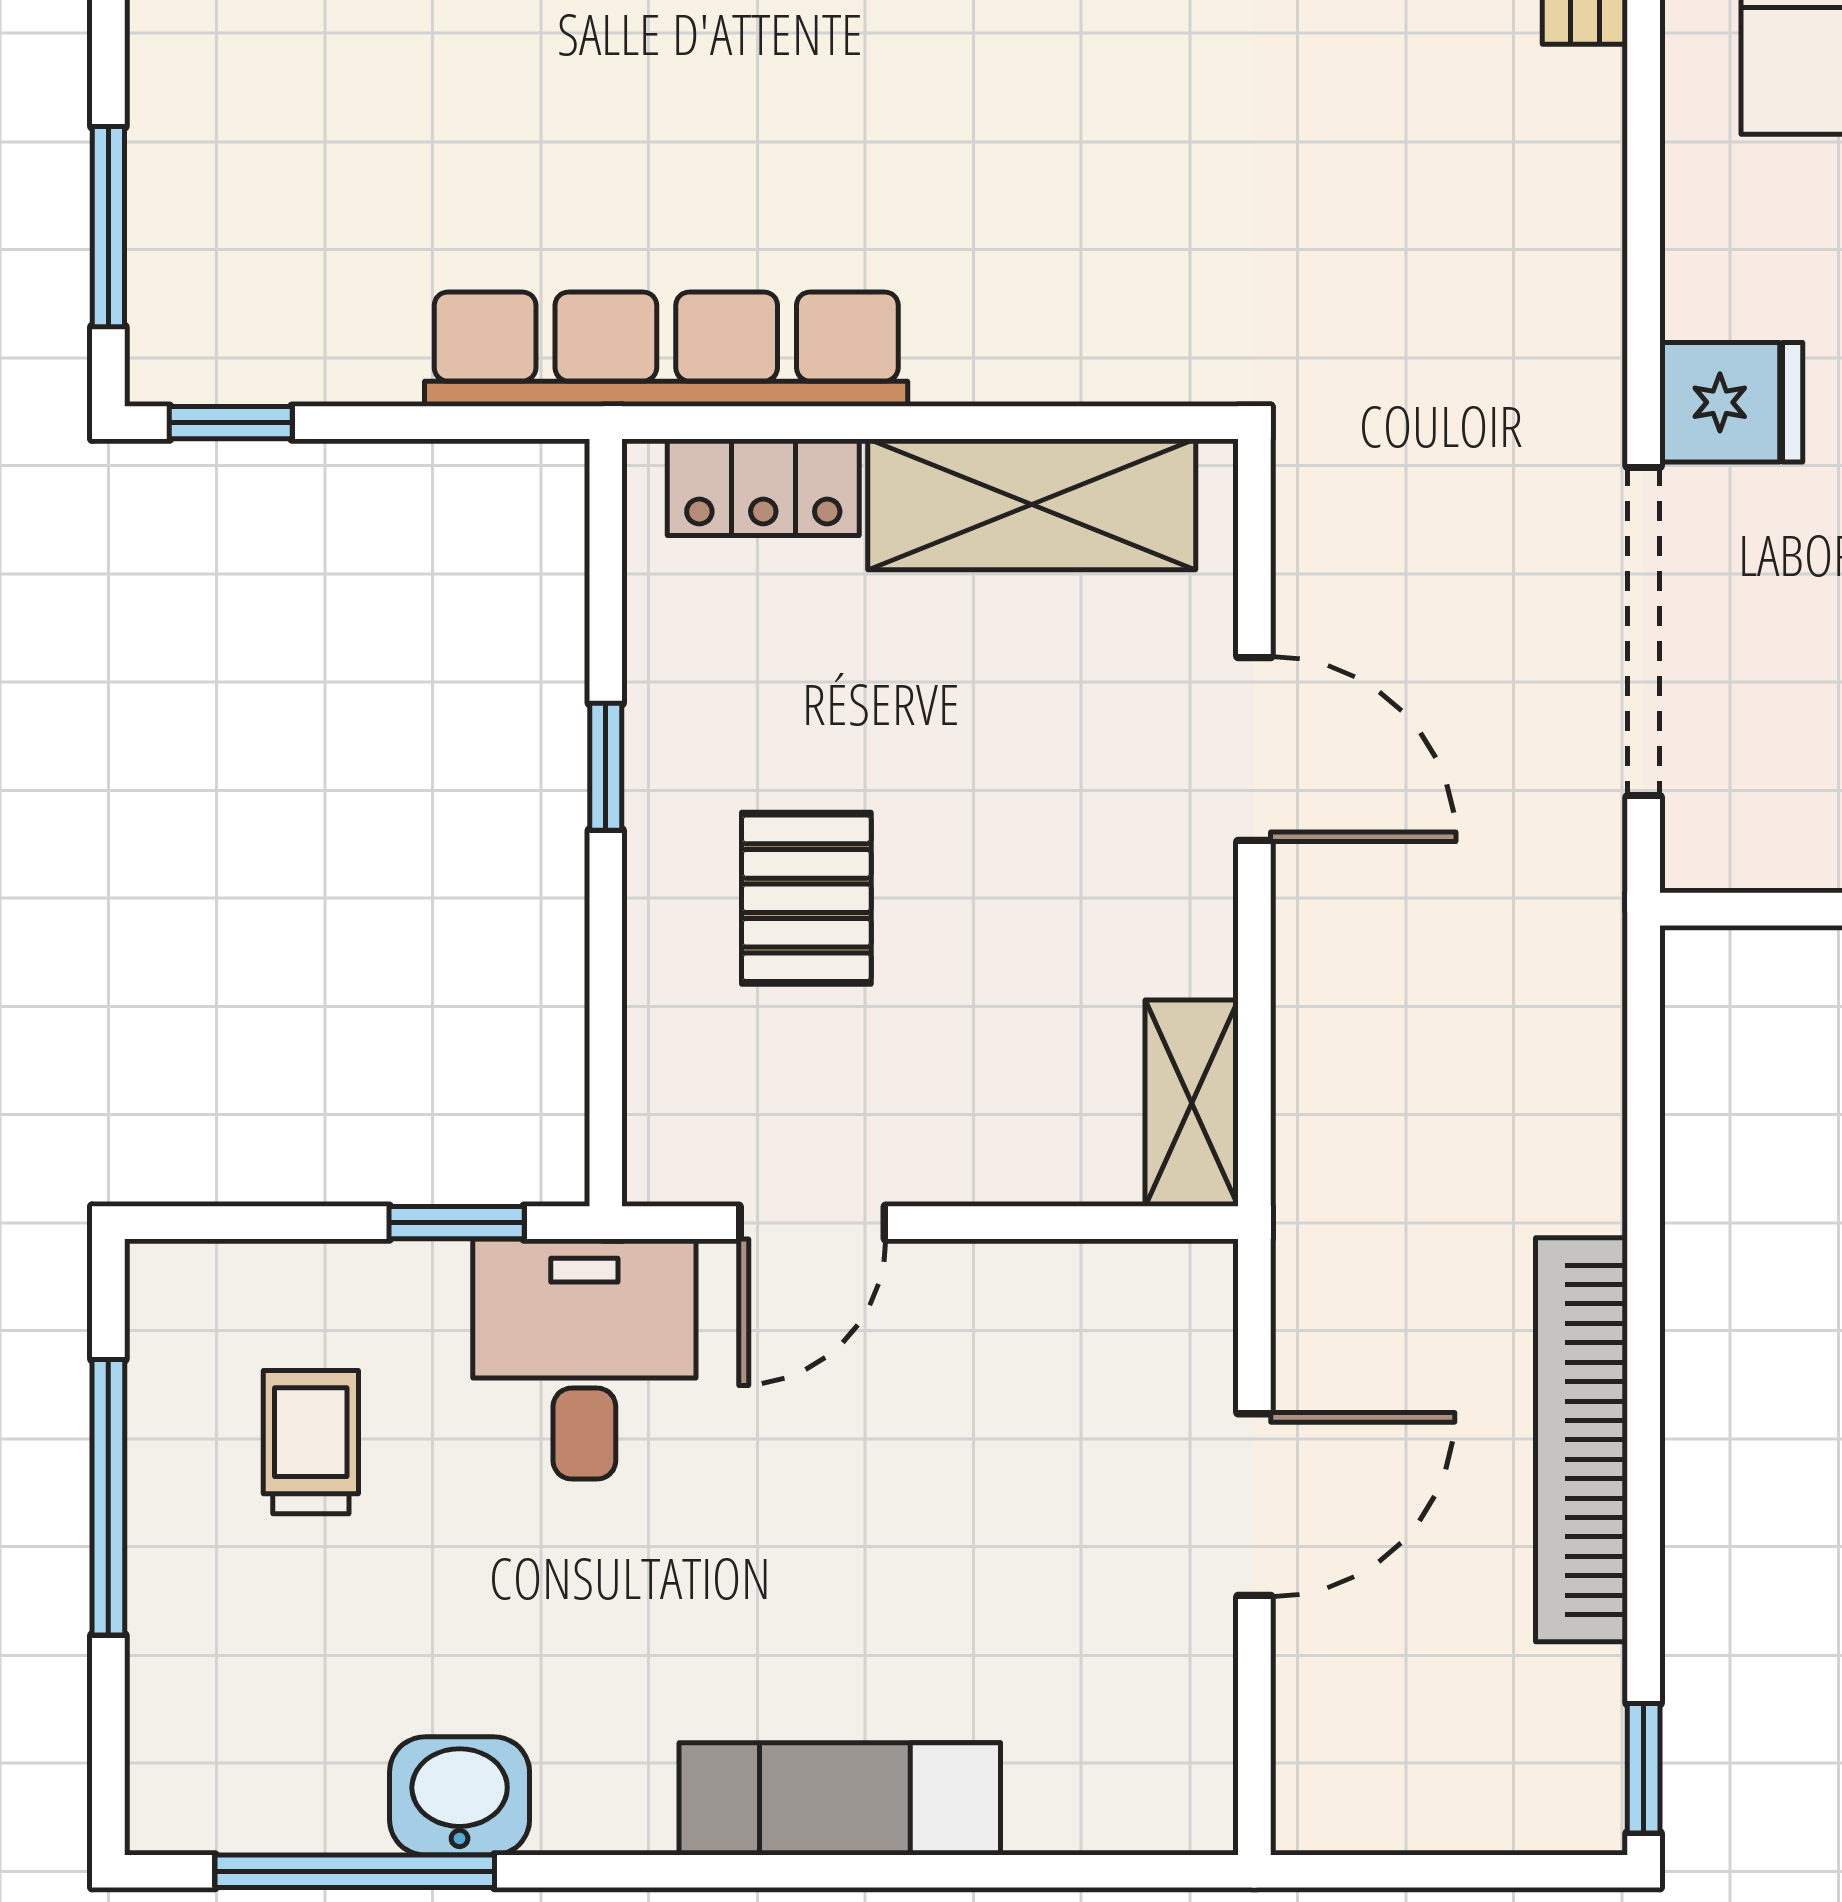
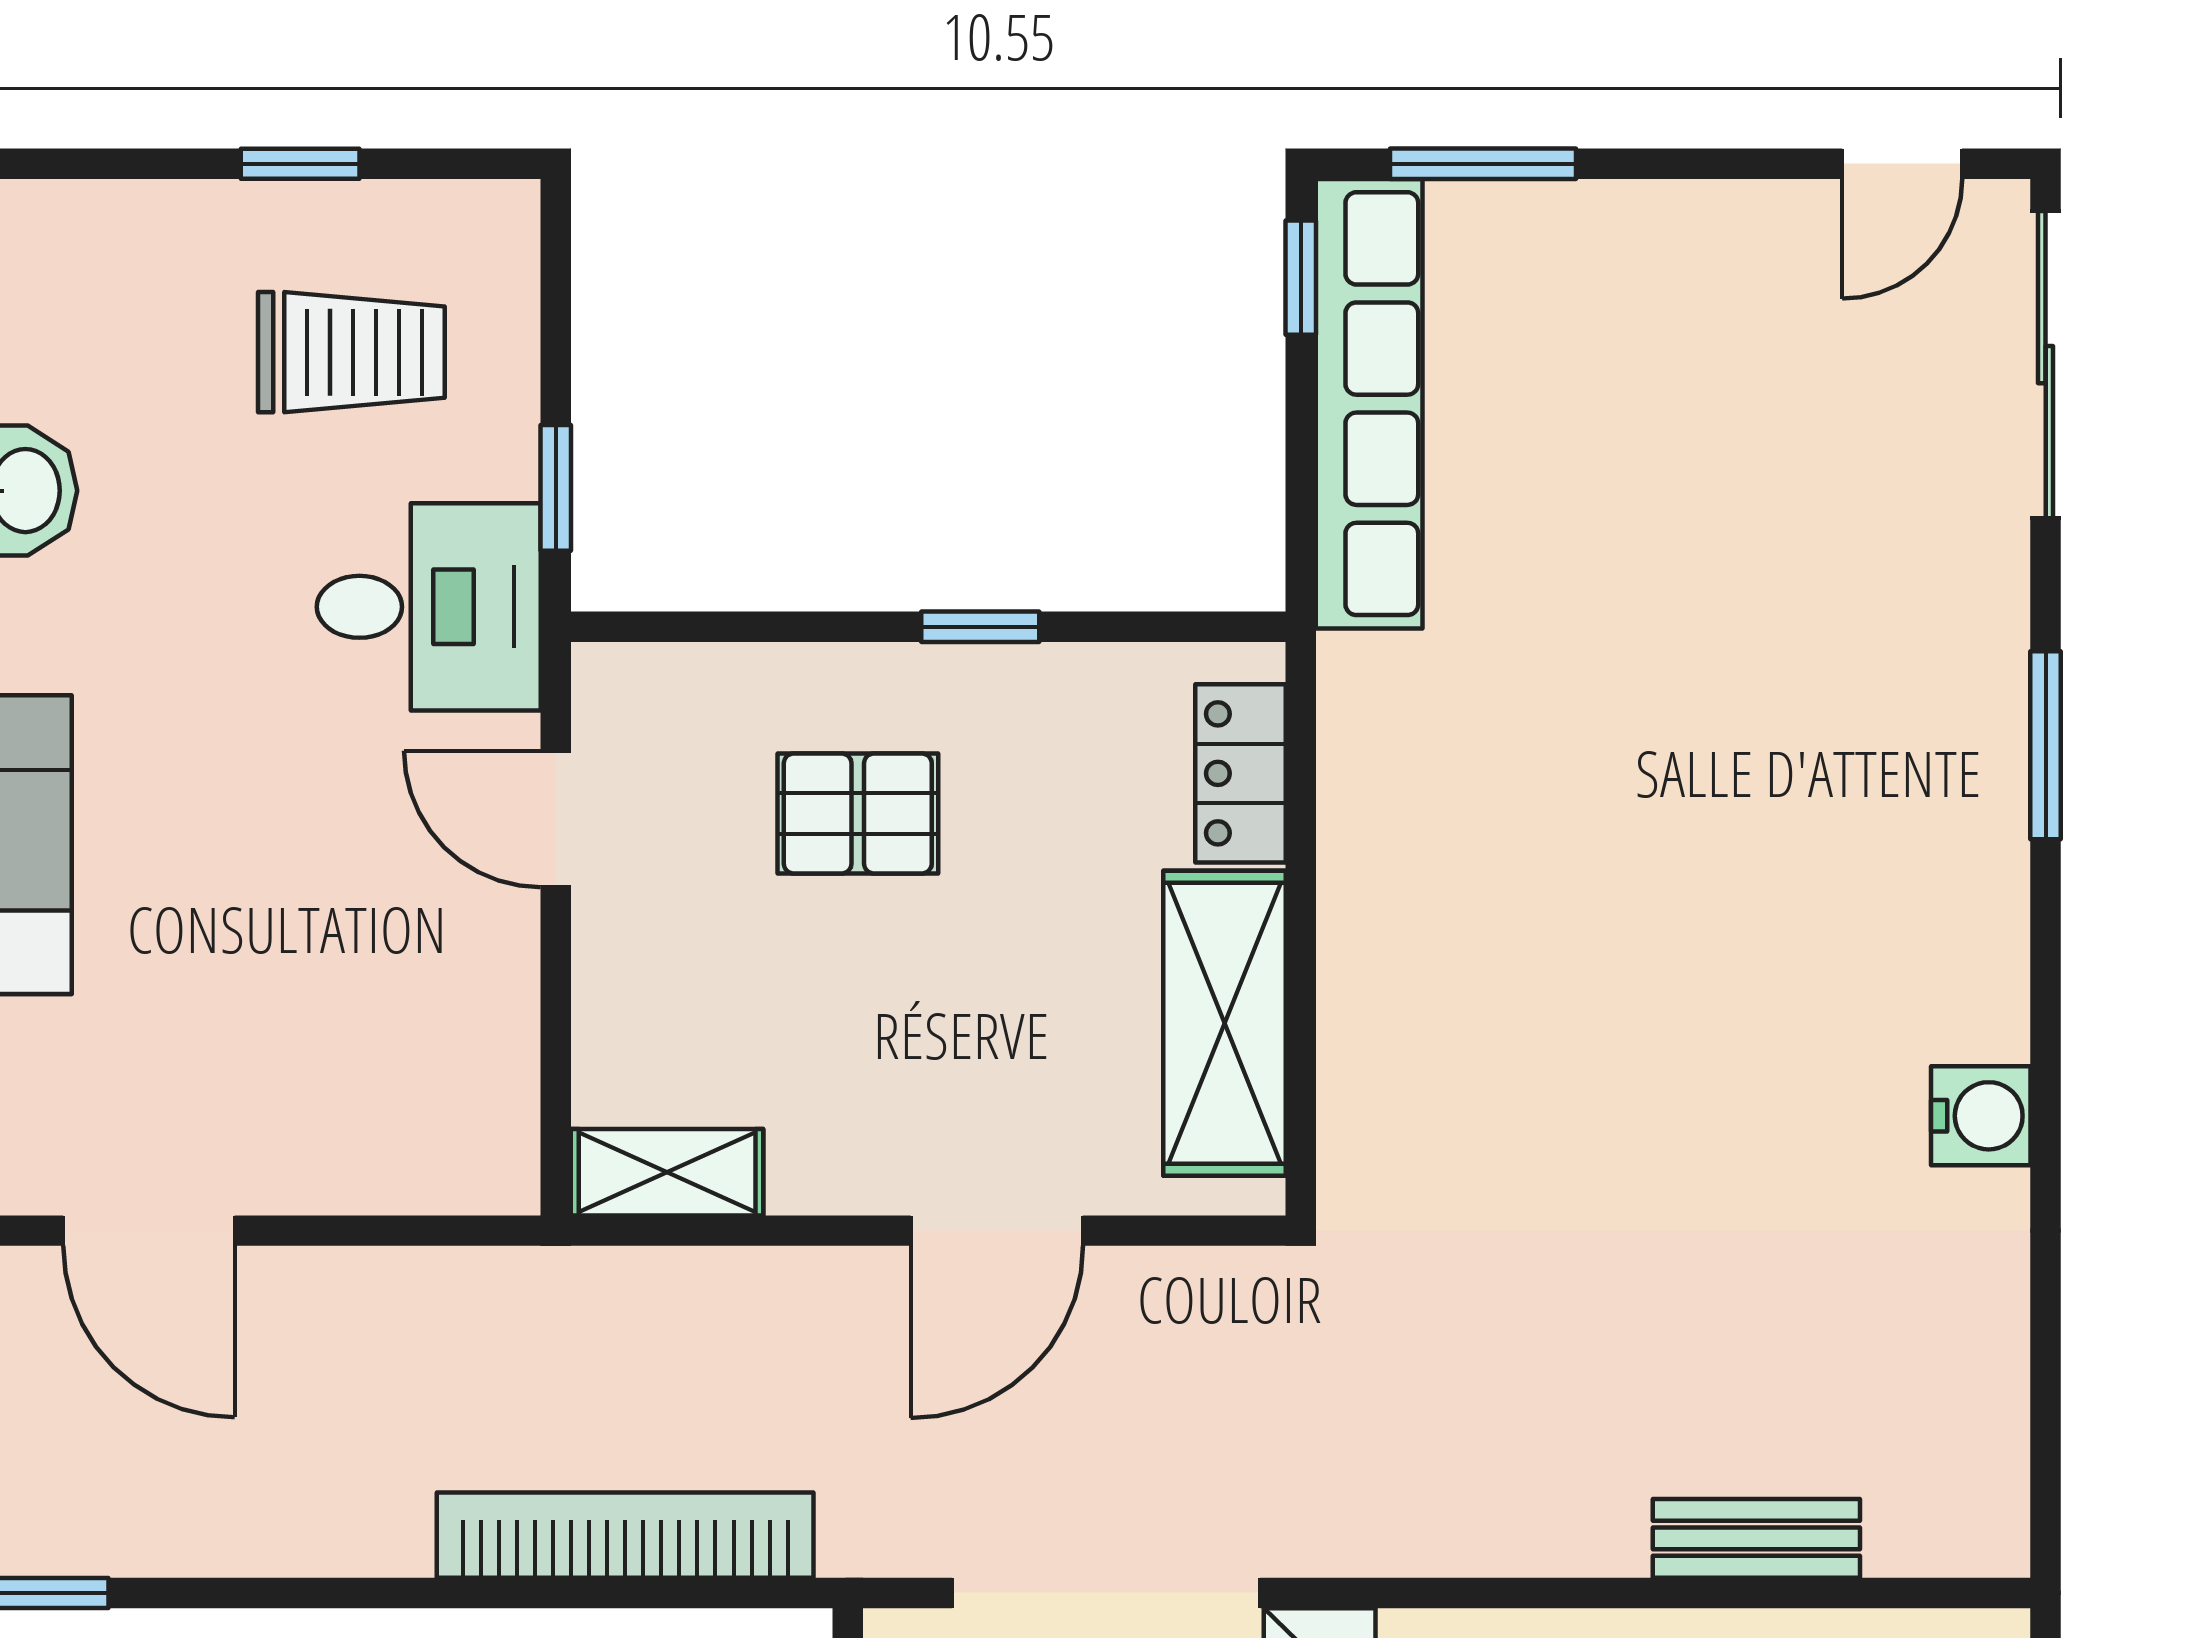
row of seats: (666, 349) -> (1369, 404), moved
bookcase: (1581, 1440) -> (625, 1535), moved
trolley: (311, 1442) -> (351, 352), width x1.36, depth x1.39
window: (108, 1497) -> (300, 164), width x0.46
door: (1254, 1505) -> (149, 1231), moved

